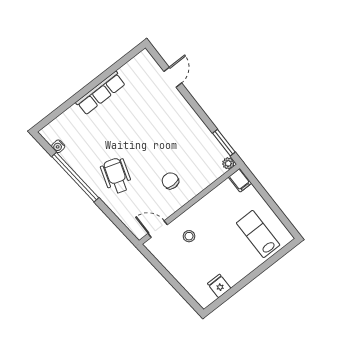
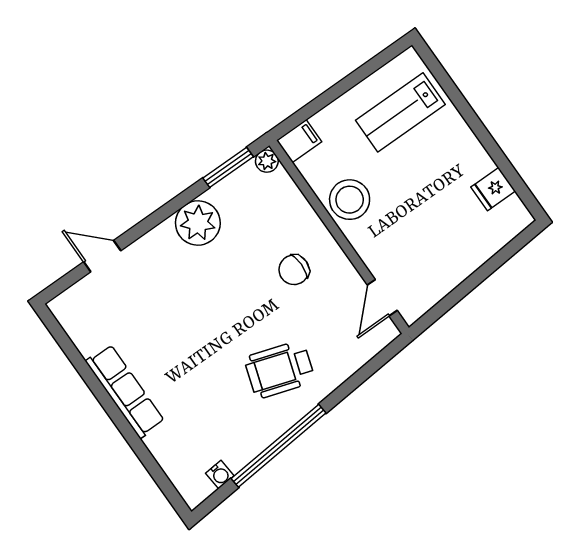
plant: (193, 128) -> (198, 223), added
stool: (189, 236) -> (350, 200), moved, width x1.89, depth x1.89

